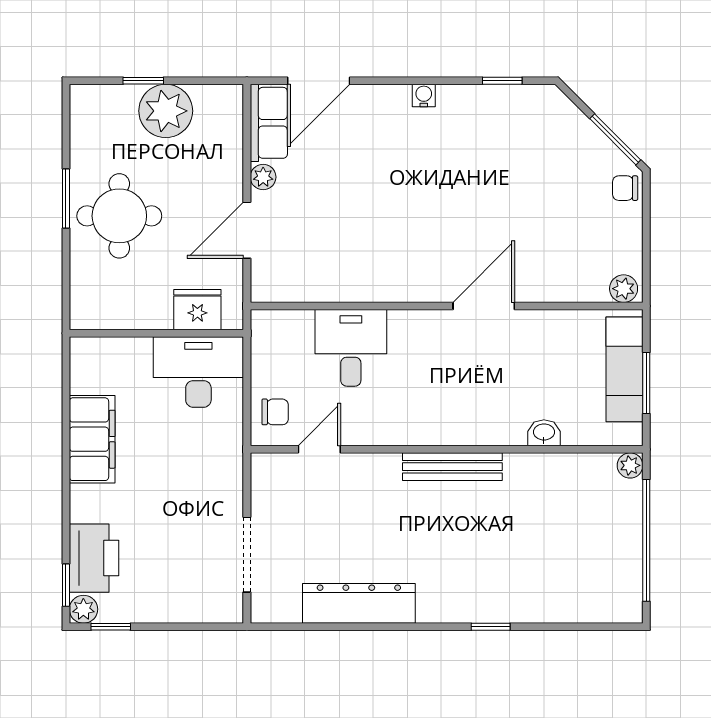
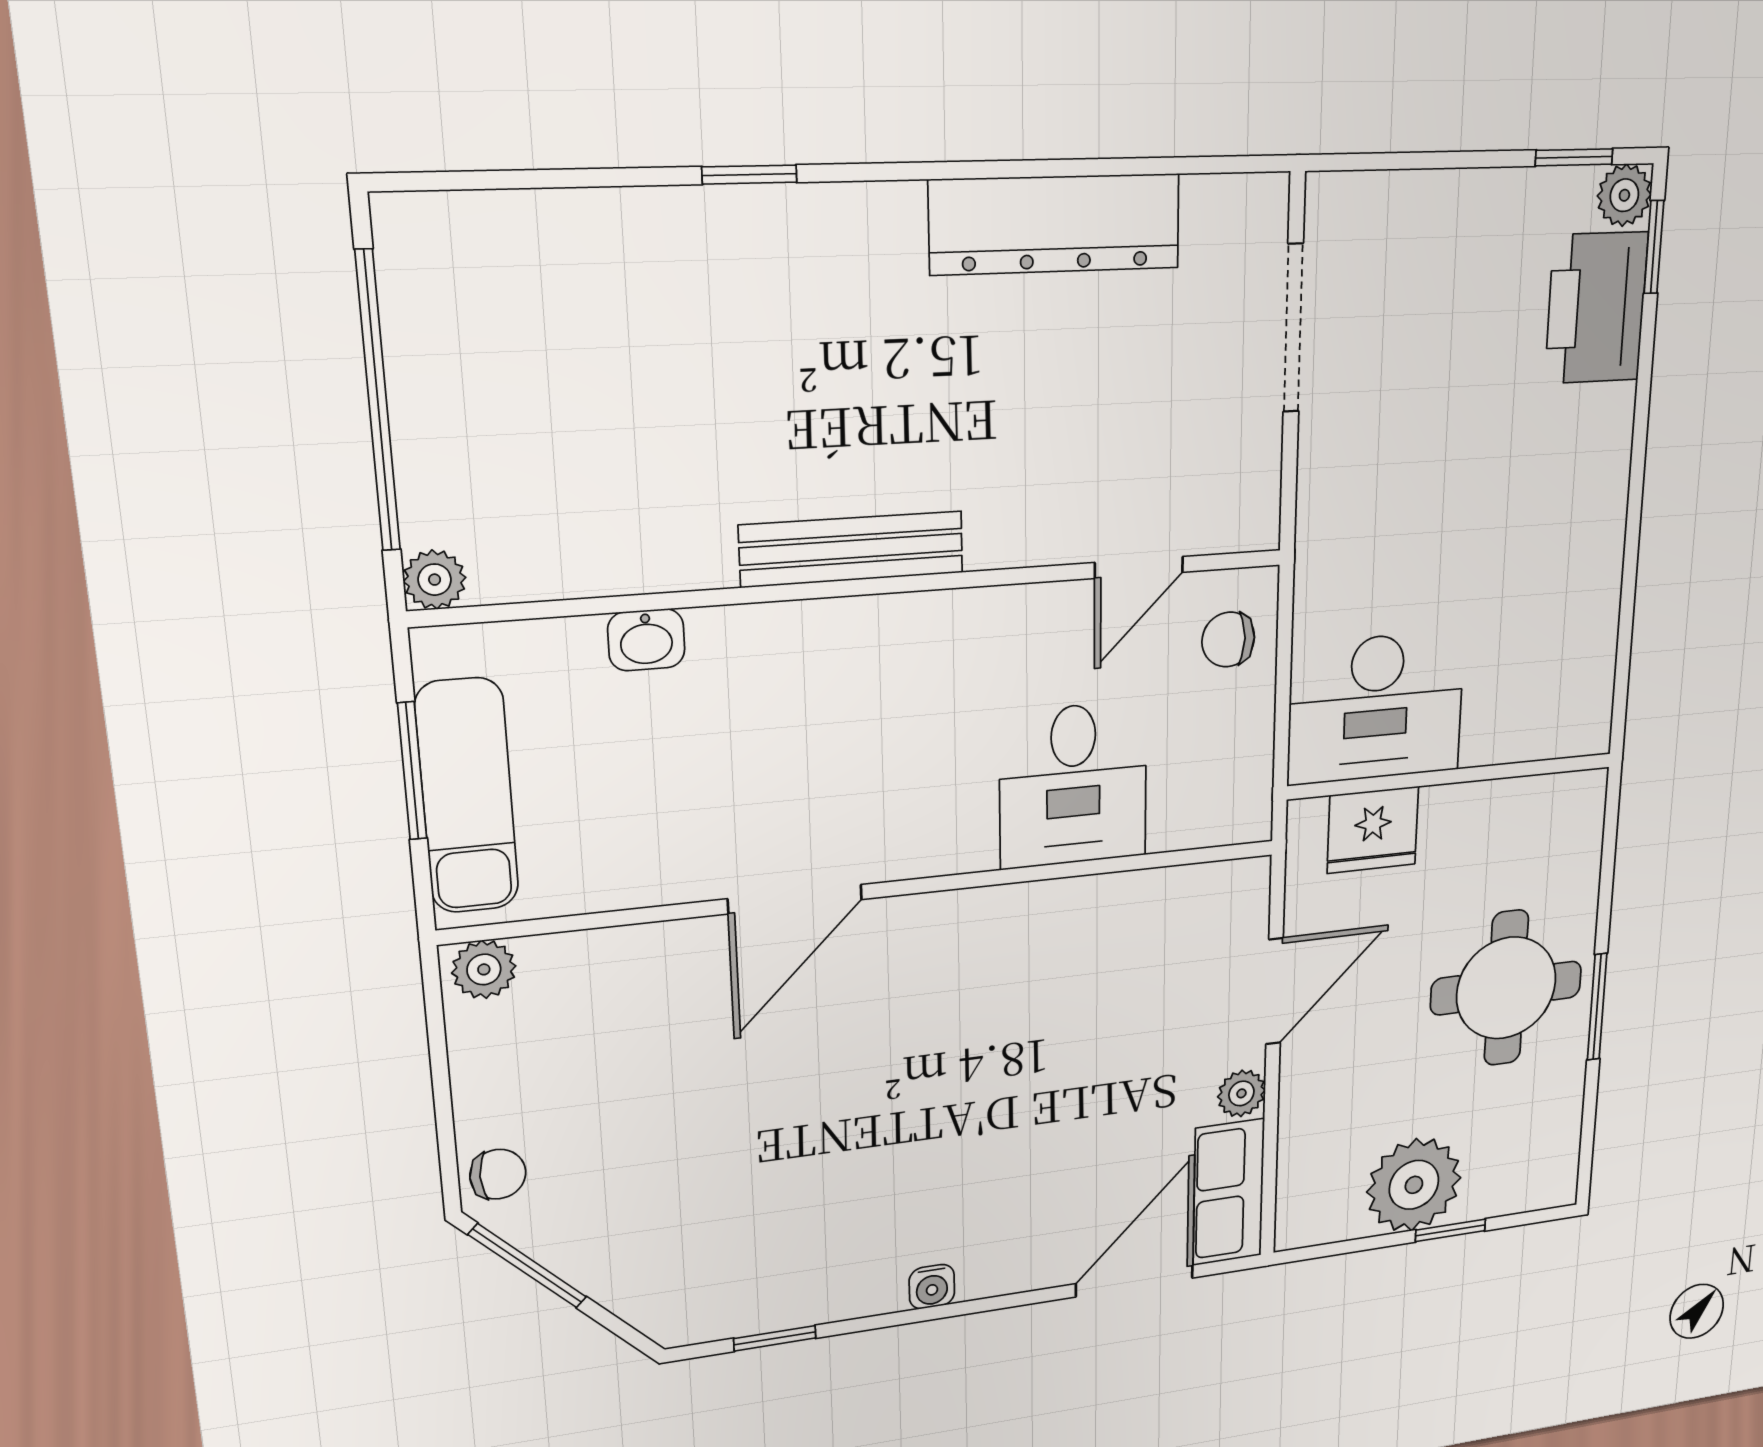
filing cabinet: (92, 439) -> (1583, 556), removed

